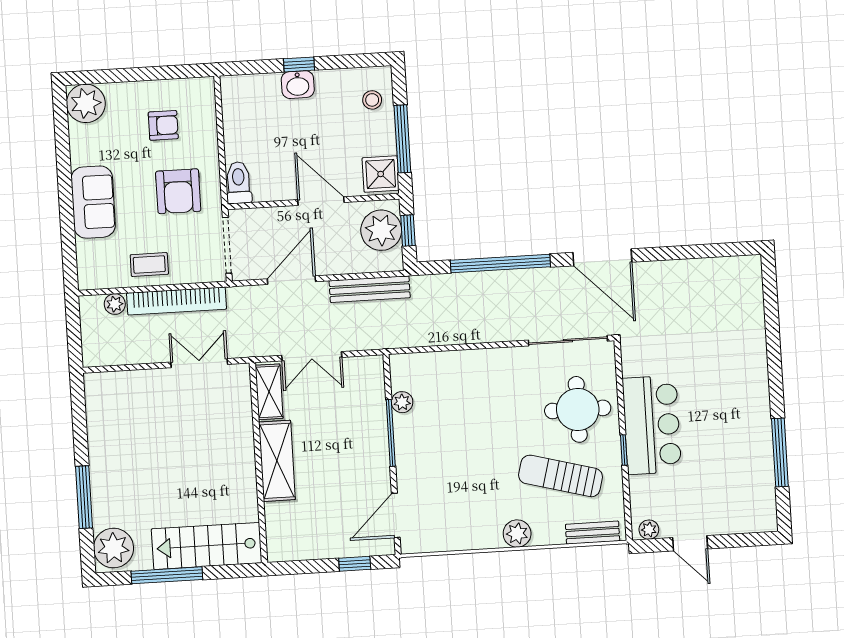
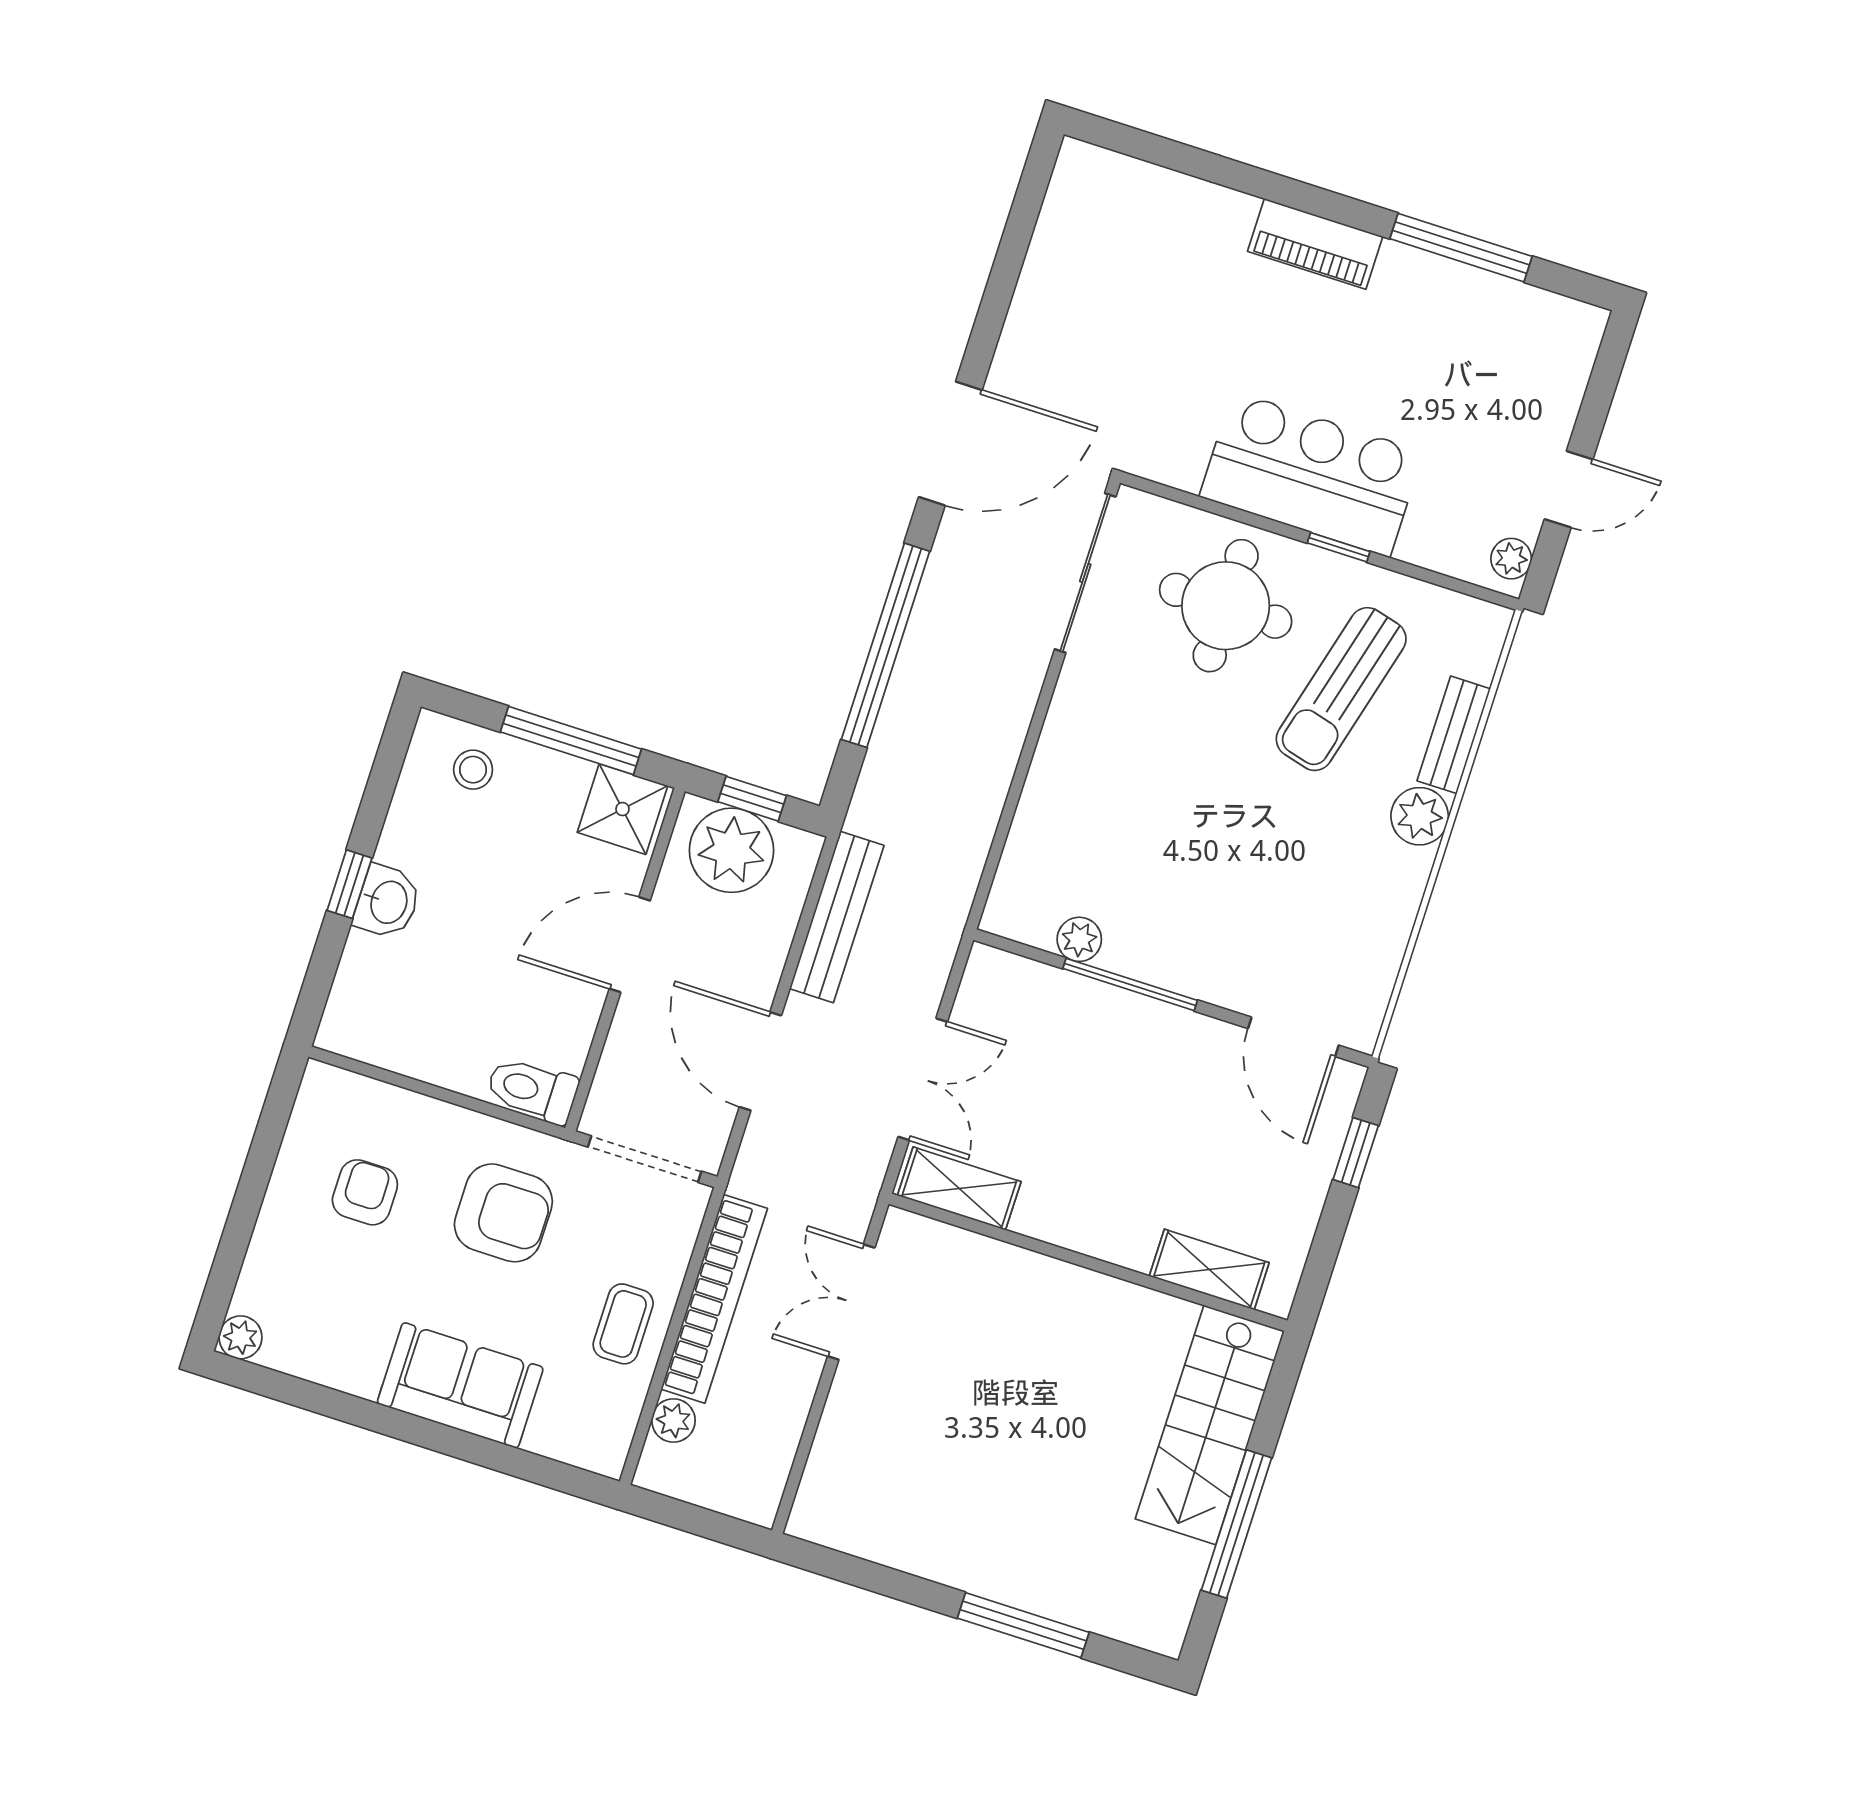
plant: (86, 103) -> (240, 1337), width x0.53, depth x0.53
piano: (756, 386) -> (1315, 244), added
shelving: (277, 461) -> (1209, 1270), moved, width x0.67, depth x0.75
bench: (593, 533) -> (1454, 735), moved
plant: (114, 548) -> (1144, 1607), removed

